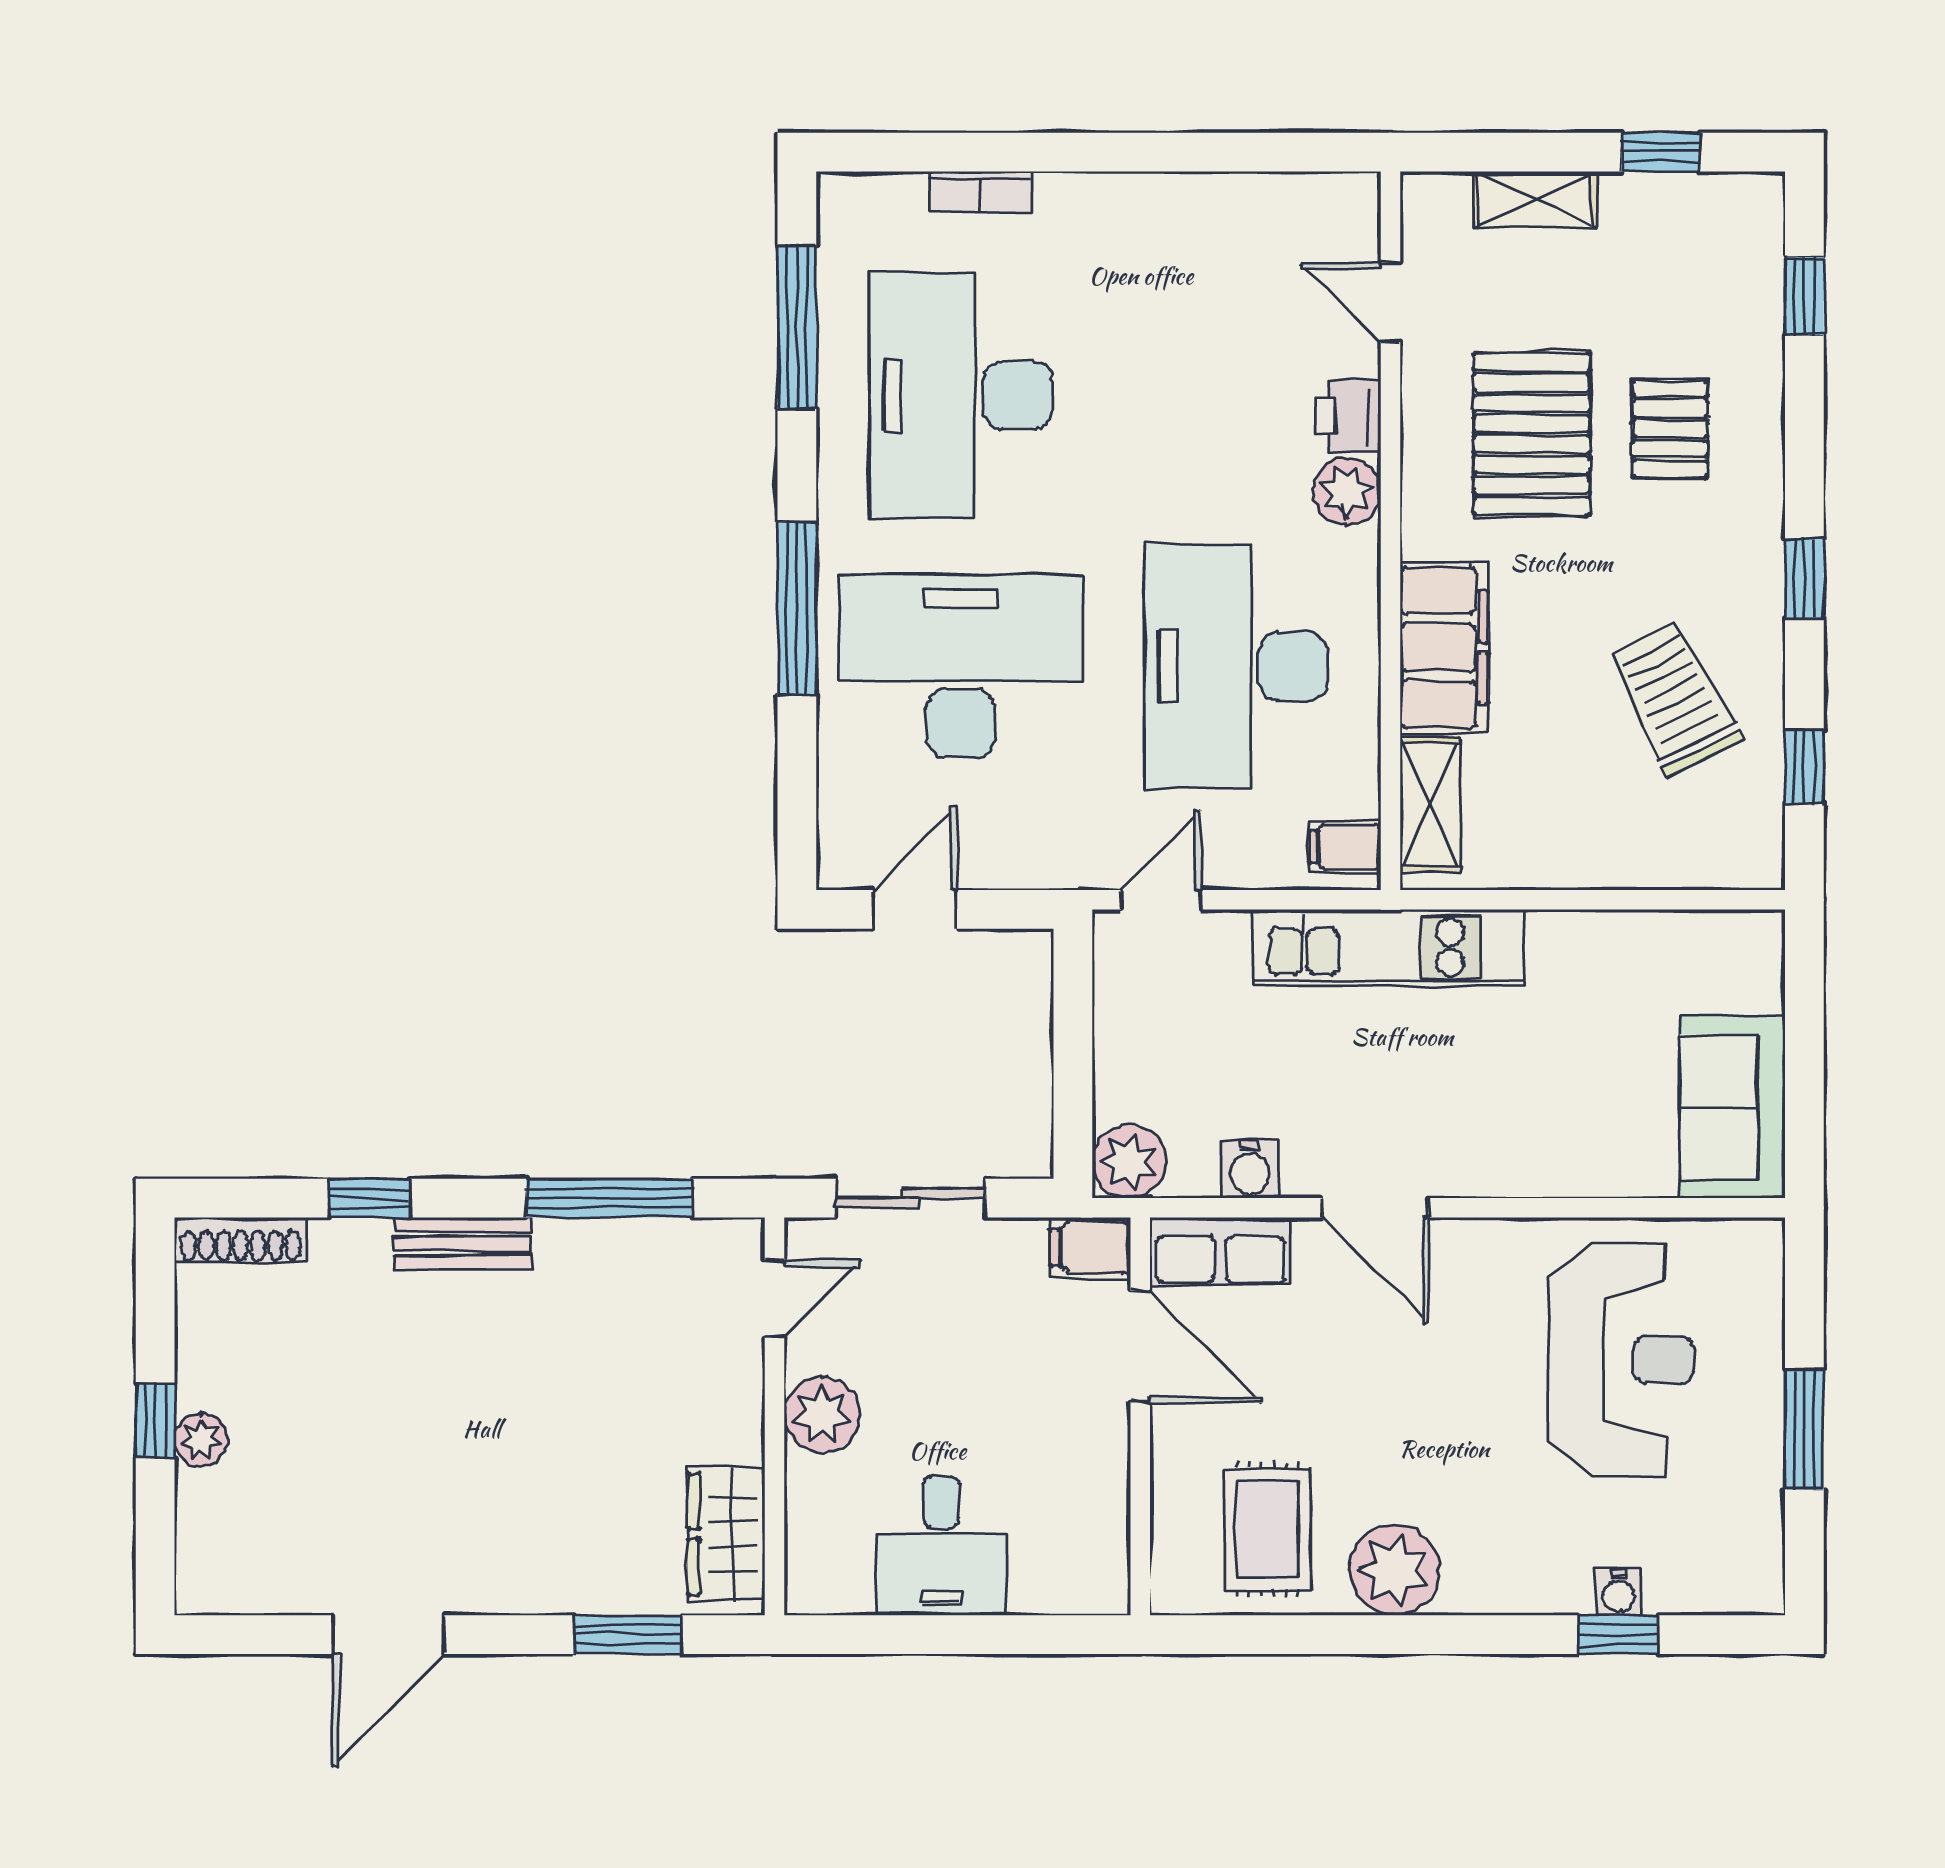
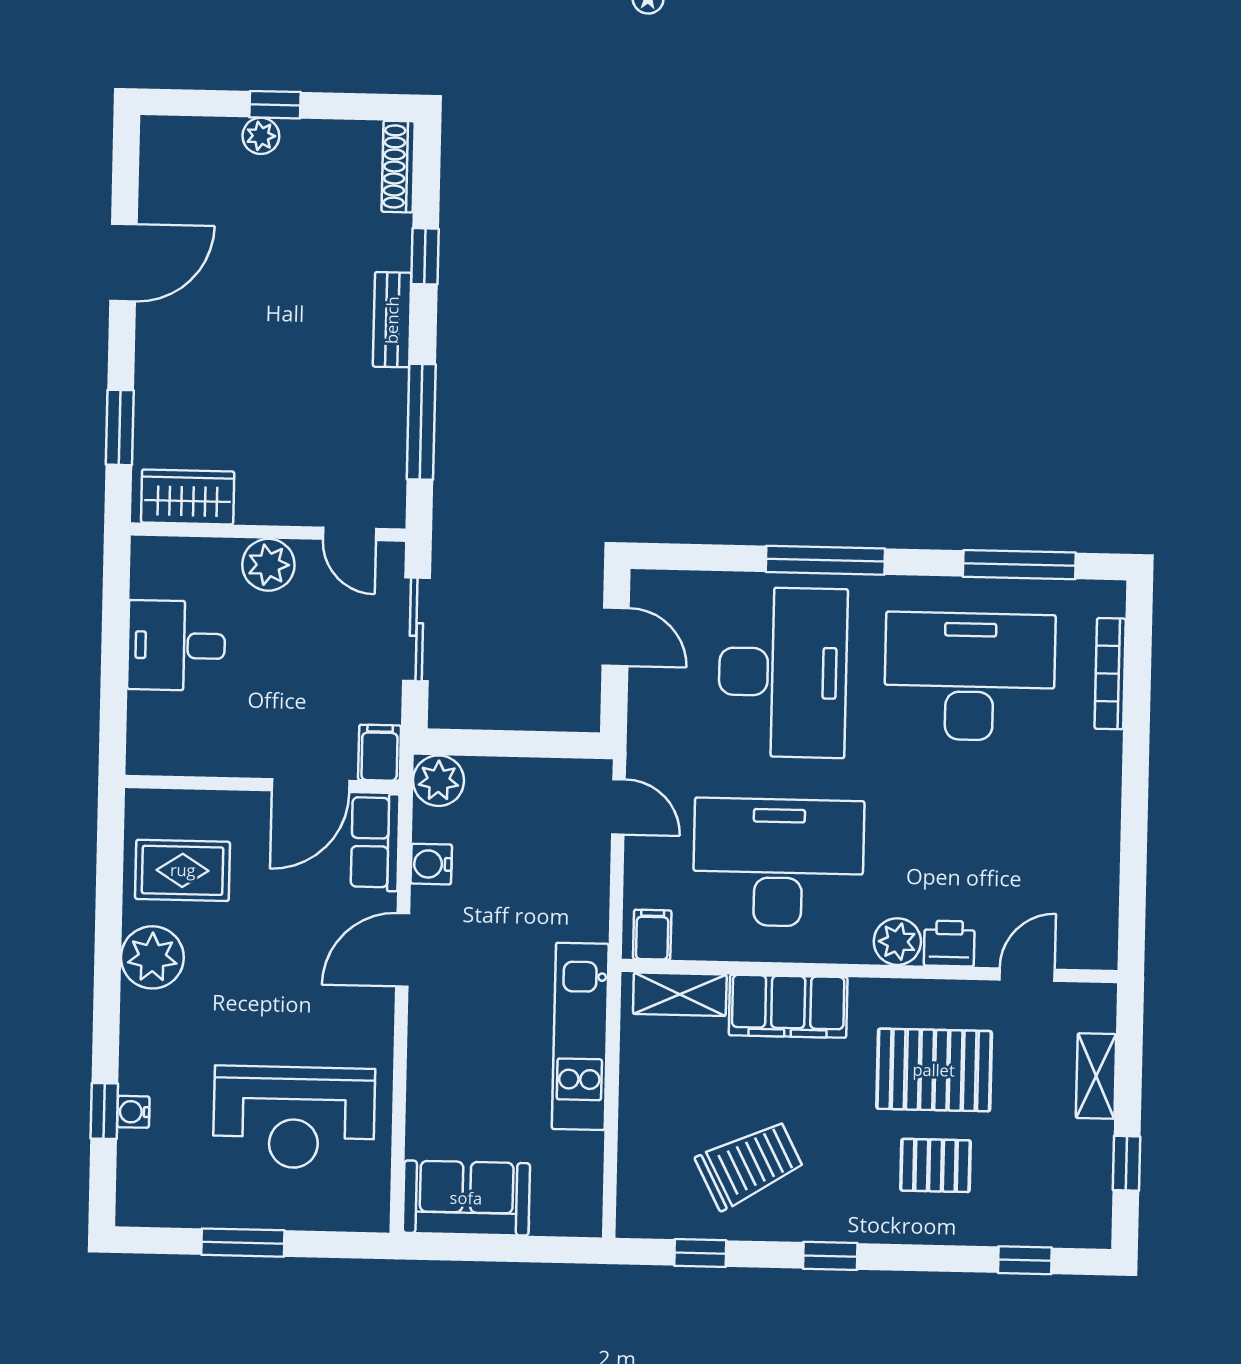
bookcase: (981, 192) -> (1110, 674), width x1.56
kitchen unit: (1388, 948) -> (580, 1036), moved
door: (389, 1635) -> (124, 262), swing flipped

